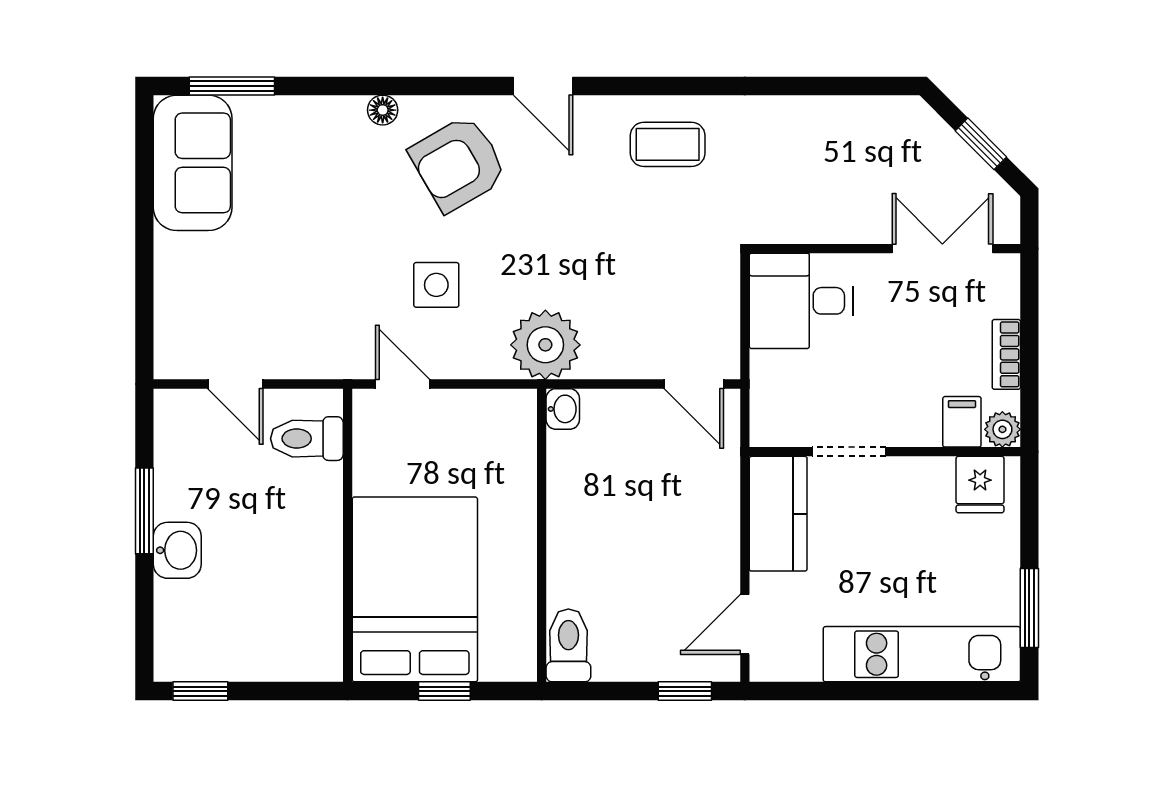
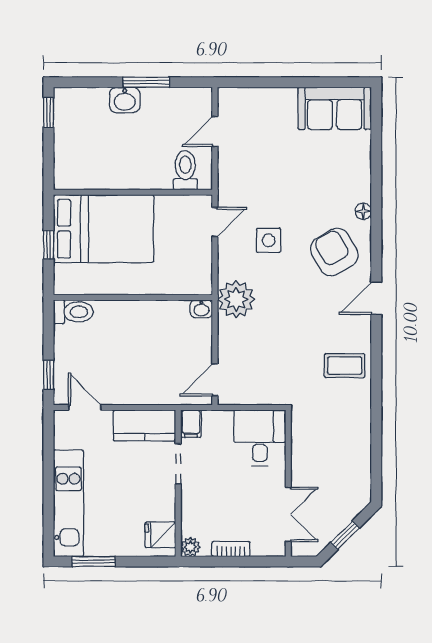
window: (232, 86) -> (376, 130), removed
coffee table: (668, 144) -> (345, 366), turned 90
filing cabinet: (962, 422) -> (191, 424), moved, turned 90

